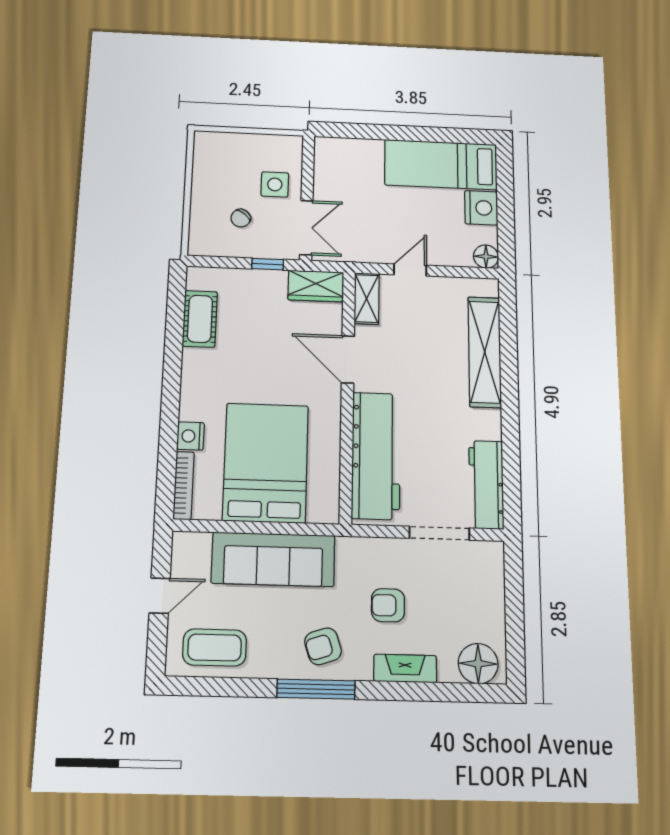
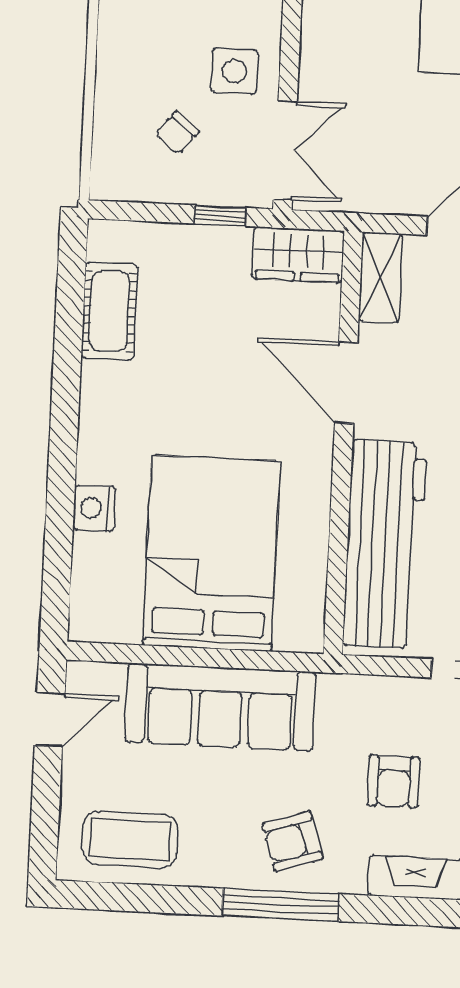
bookcase: (184, 485) -> (84, 588), removed
door: (160, 596) -> (50, 719), moved
armchair: (388, 605) -> (394, 782), turned -90

